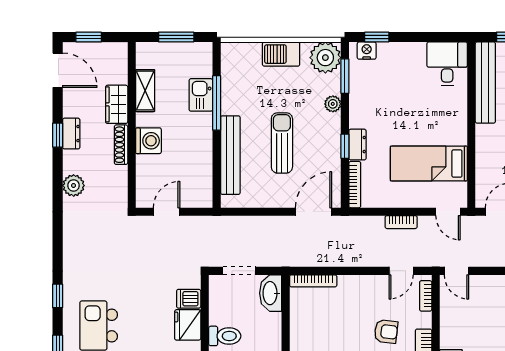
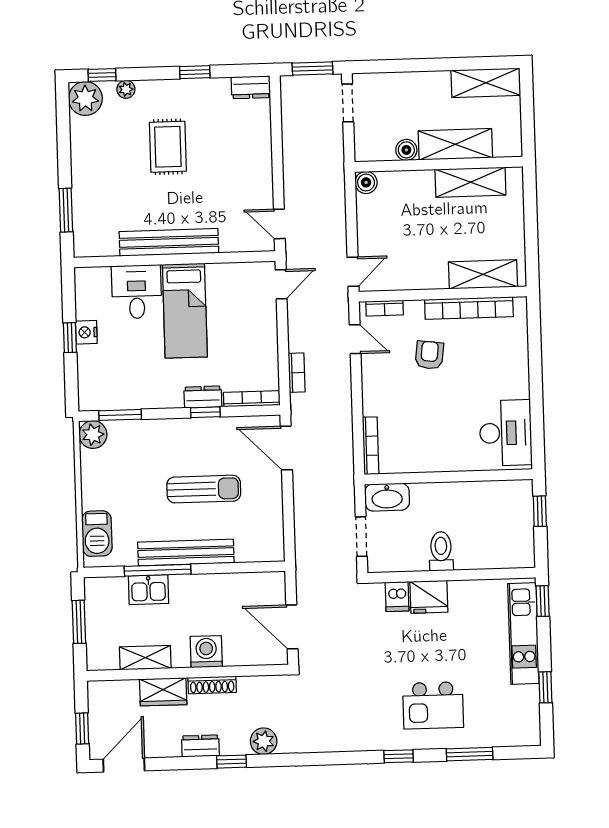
window: (377, 37) -> (70, 338), moved
nightstand: (367, 51) -> (86, 332), moved
barbecue: (281, 54) -> (97, 534), moved
plant: (325, 58) -> (93, 435), width x0.73, depth x0.73
desk: (447, 64) -> (137, 292), moved, turned 90
bench: (485, 83) -> (169, 242), moved
plant: (333, 104) -> (154, 429), removed
window: (58, 135) -> (231, 762), moved
sun lounger: (282, 143) -> (204, 489), turned 180
bench: (230, 155) -> (186, 553), moved
bed: (429, 164) -> (185, 311), moved
door: (167, 212) -> (292, 627), width x1.38
bookcase: (401, 222) -> (297, 373), moved

